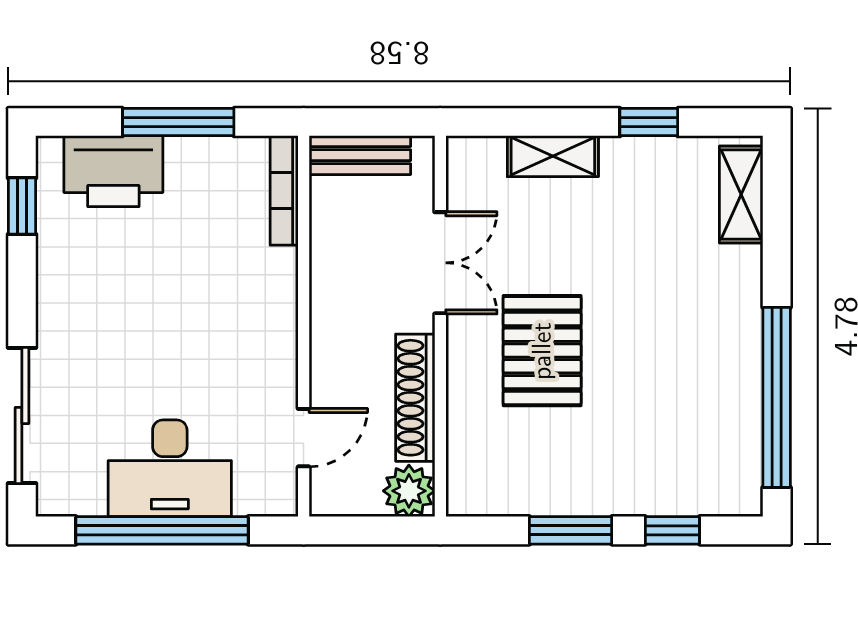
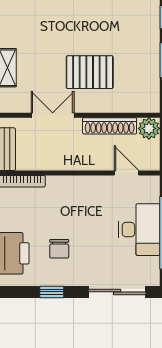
window: (22, 206) -> (52, 292), moved
chair: (124, 278) -> (59, 249), added

